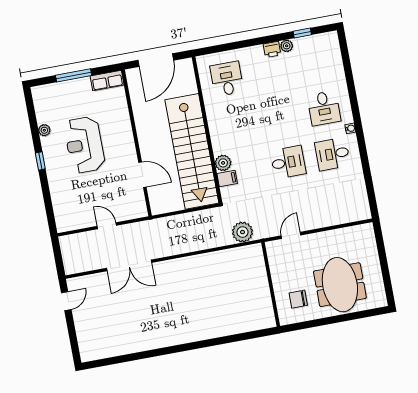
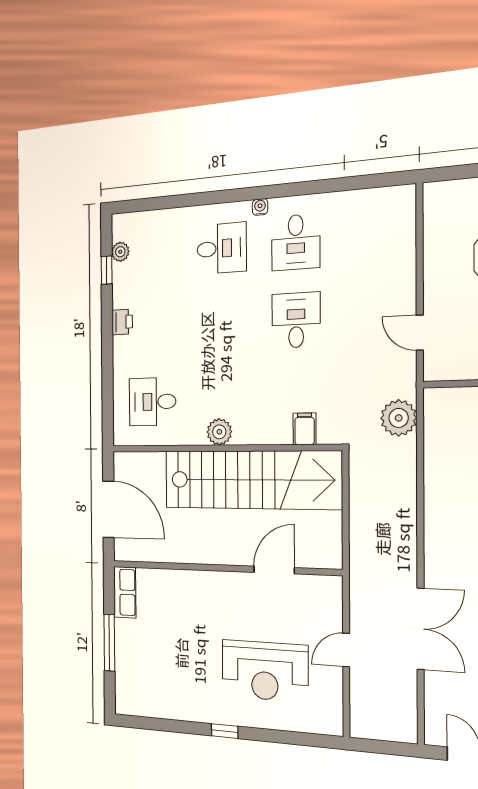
plant: (287, 46) -> (120, 252), moved
plant: (44, 130) -> (180, 711), removed
reception desk: (84, 145) -> (265, 671), moved
plant: (223, 163) -> (219, 432), moved

